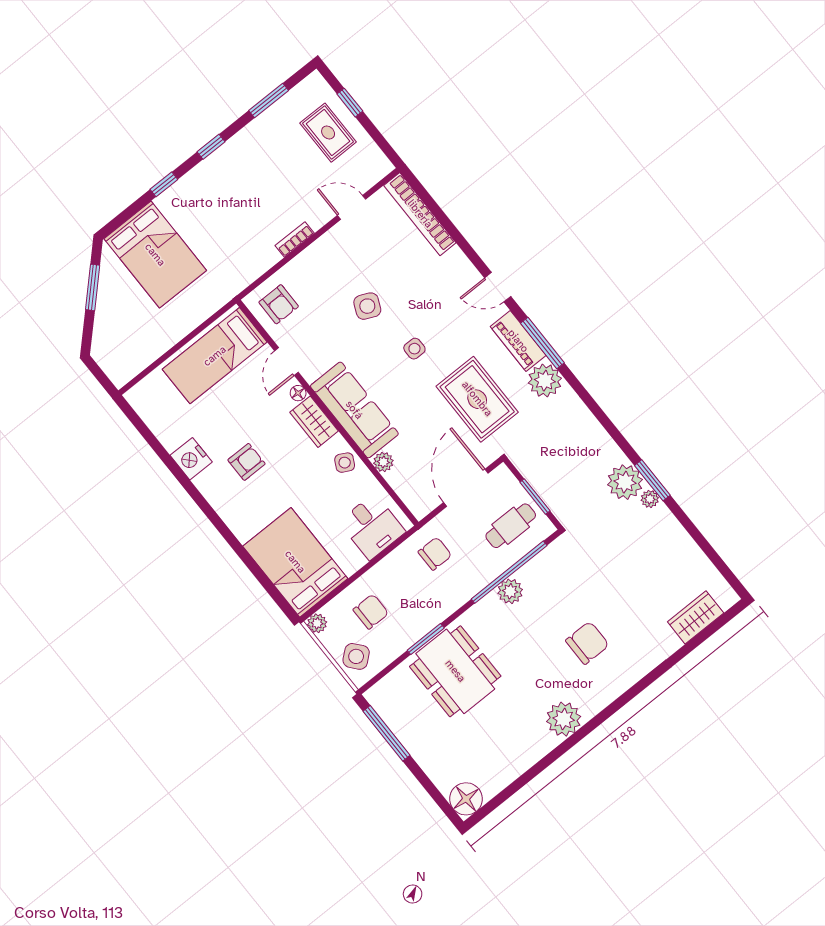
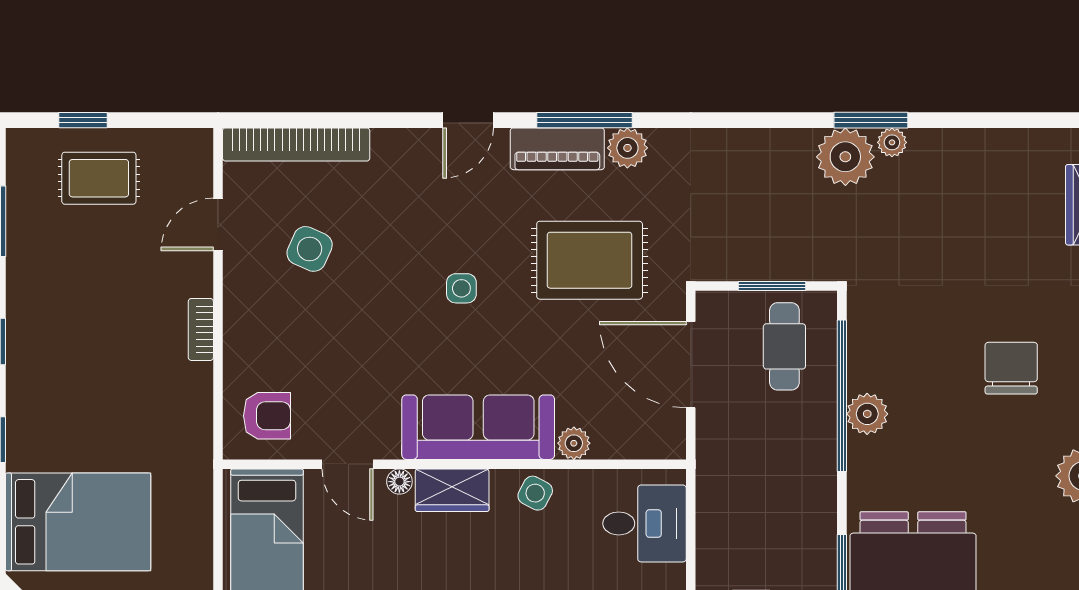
side table: (367, 306) -> (310, 249), moved
plant: (545, 381) -> (627, 148), width x0.73, depth x0.73
chair: (435, 554) -> (743, 471), removed

